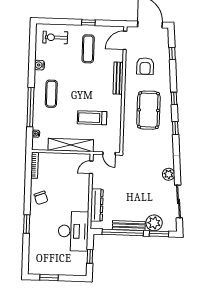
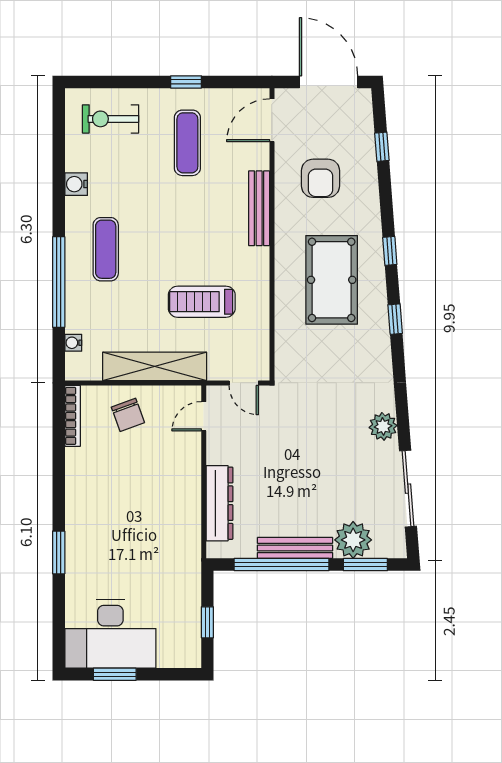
chair: (41, 198) -> (128, 415), moved
desk: (73, 231) -> (110, 634), moved, turned 90

